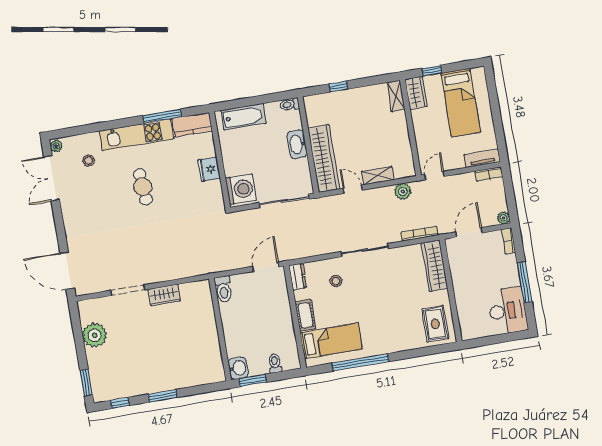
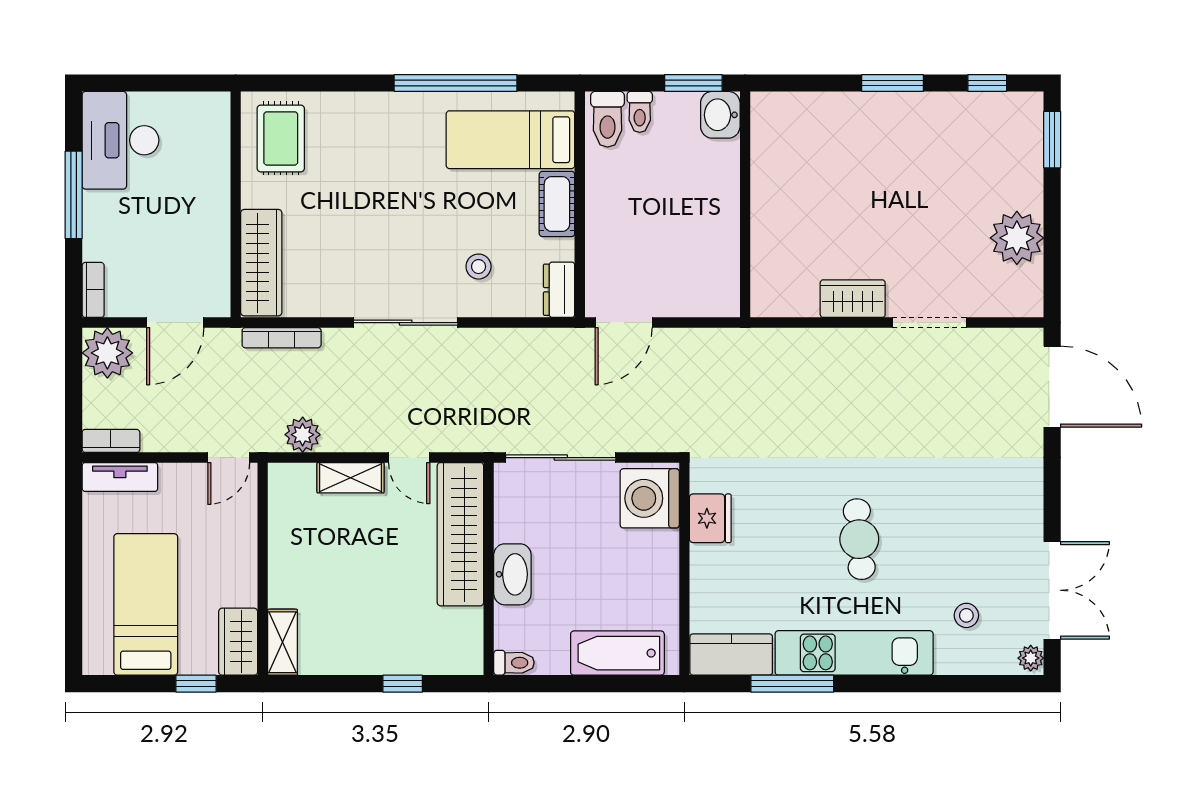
fridge: (209, 169) -> (710, 518), moved
plant: (504, 218) -> (107, 353), width x1.88, depth x1.88
toilet: (224, 289) -> (608, 119), moved, turned 180

